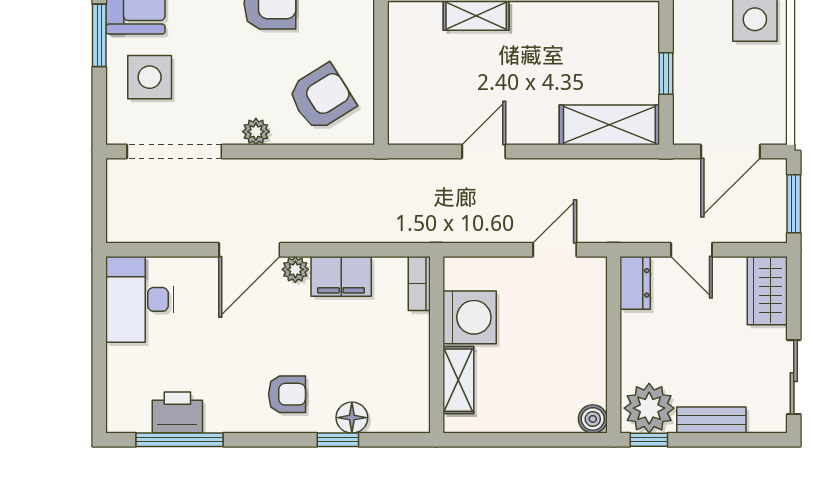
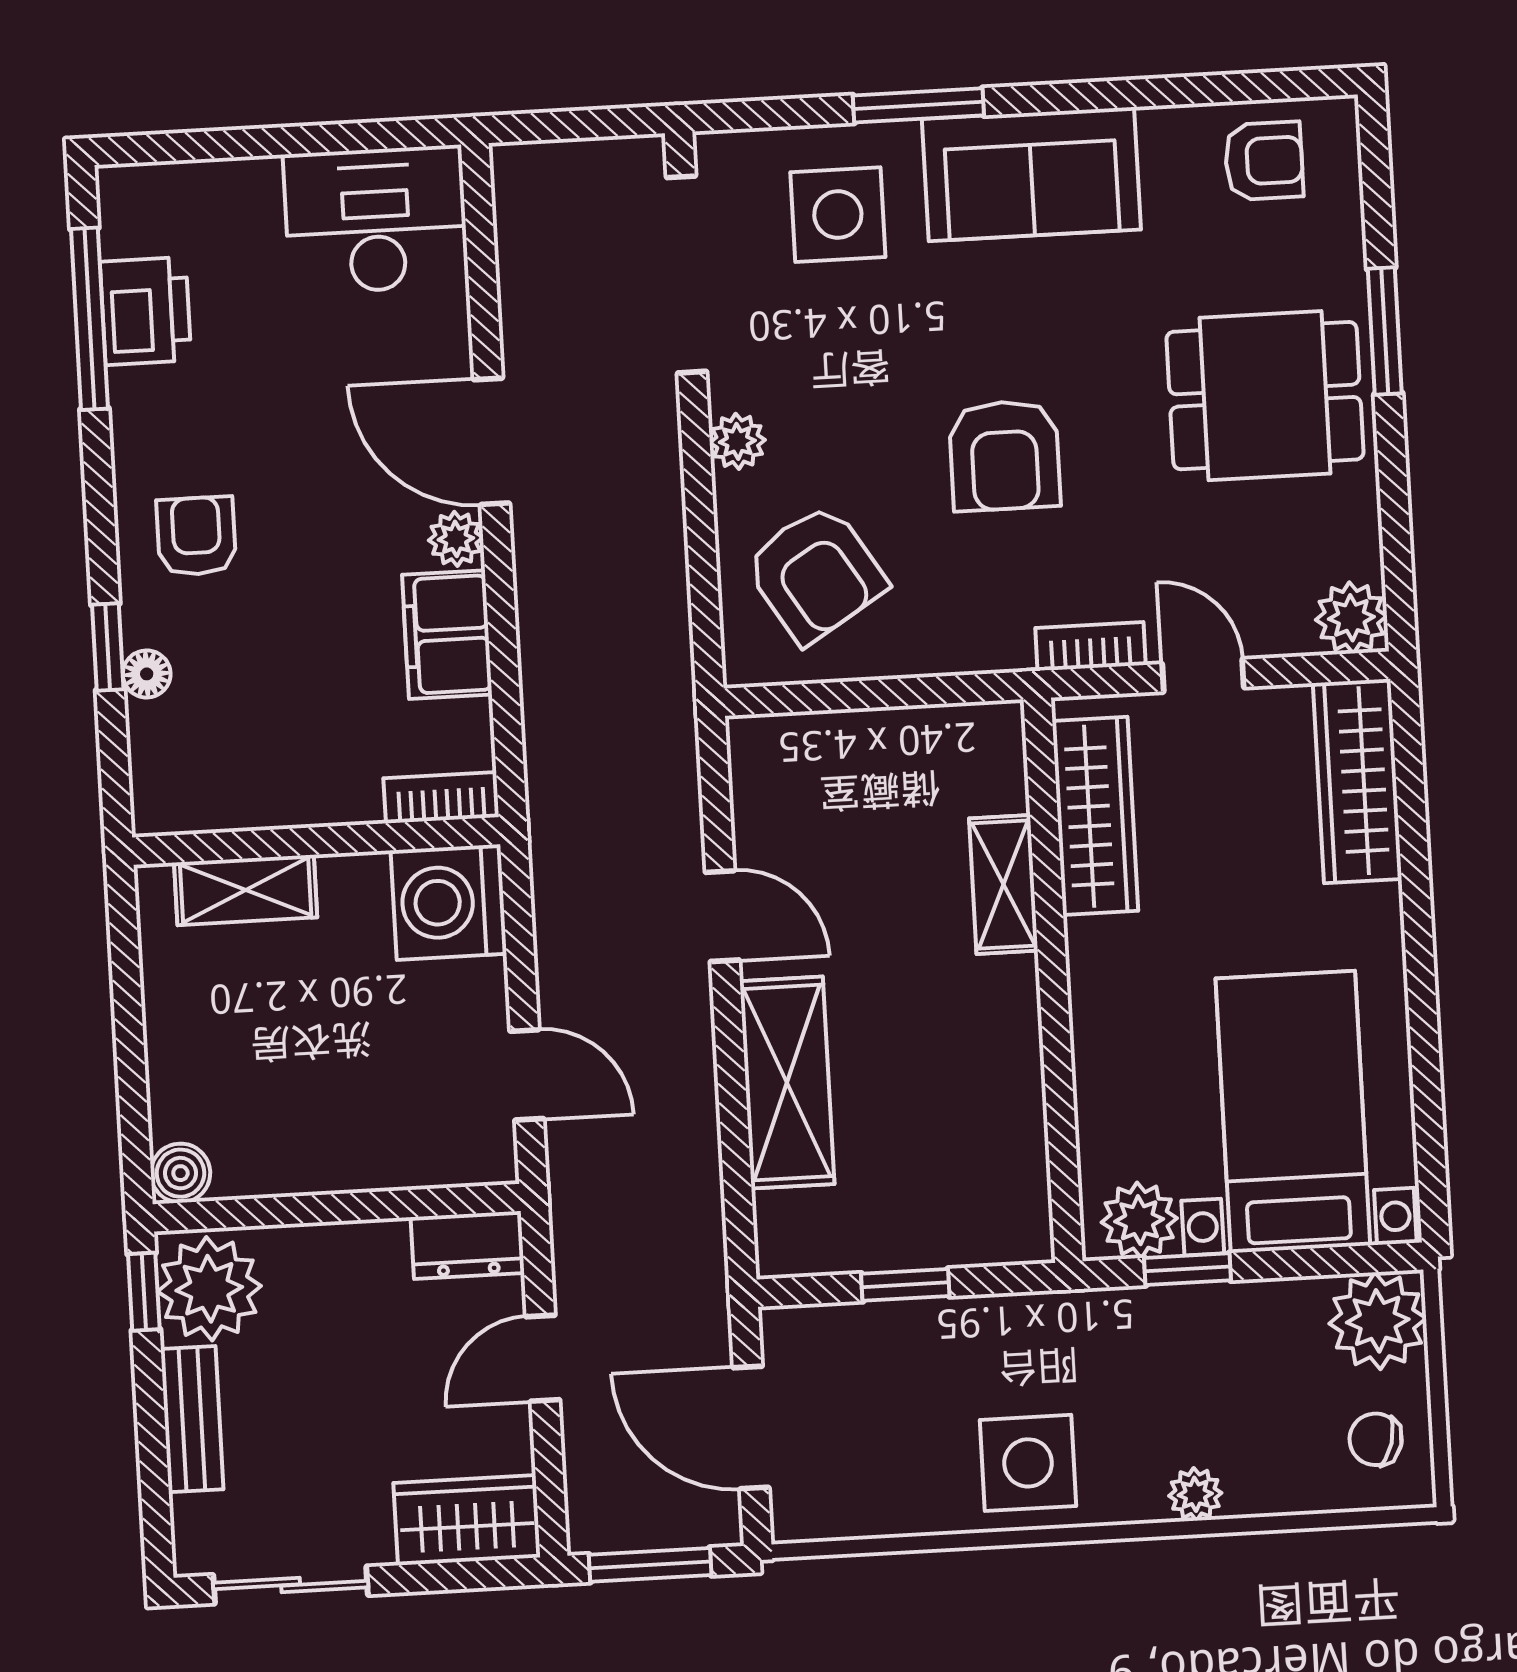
shelving: (609, 125) -> (787, 1083), moved
washing machine: (470, 317) -> (449, 902), moved, turned 90
armchair: (287, 394) -> (196, 536), turned 180
floor lamp: (352, 418) -> (147, 674), width x0.73, depth x0.73

